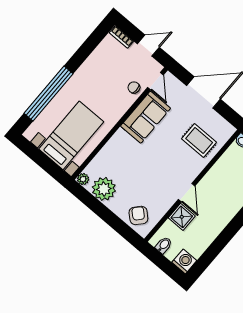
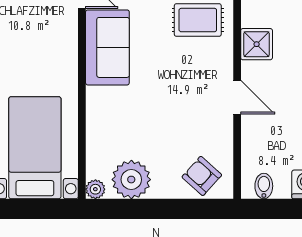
chair: (134, 88) -> (62, 23), removed
shower: (182, 217) -> (257, 44), moved

